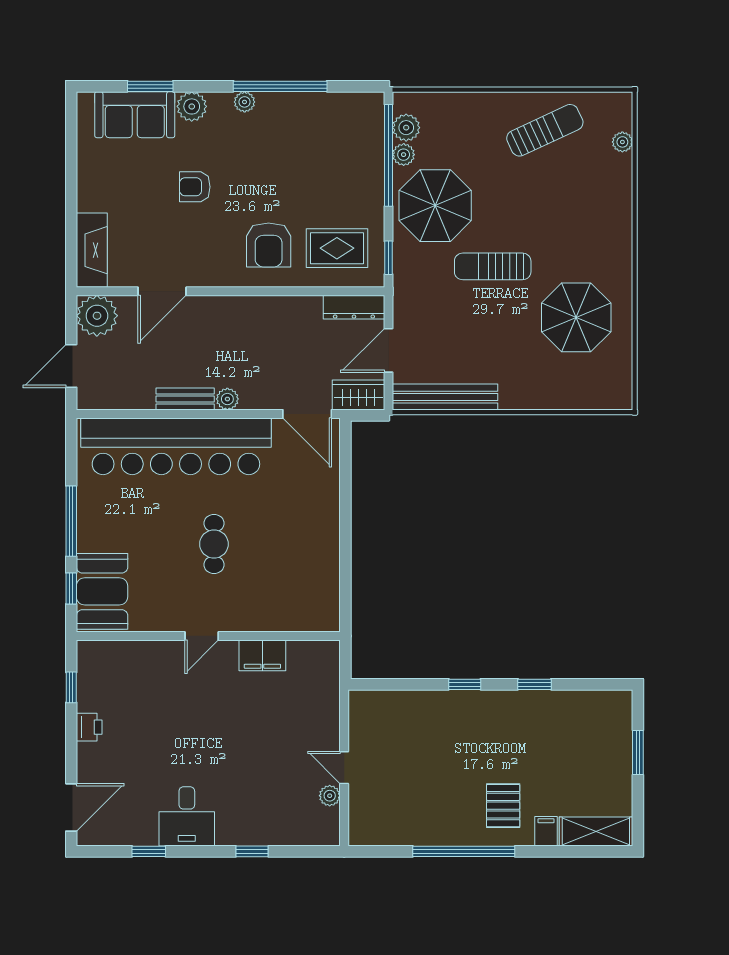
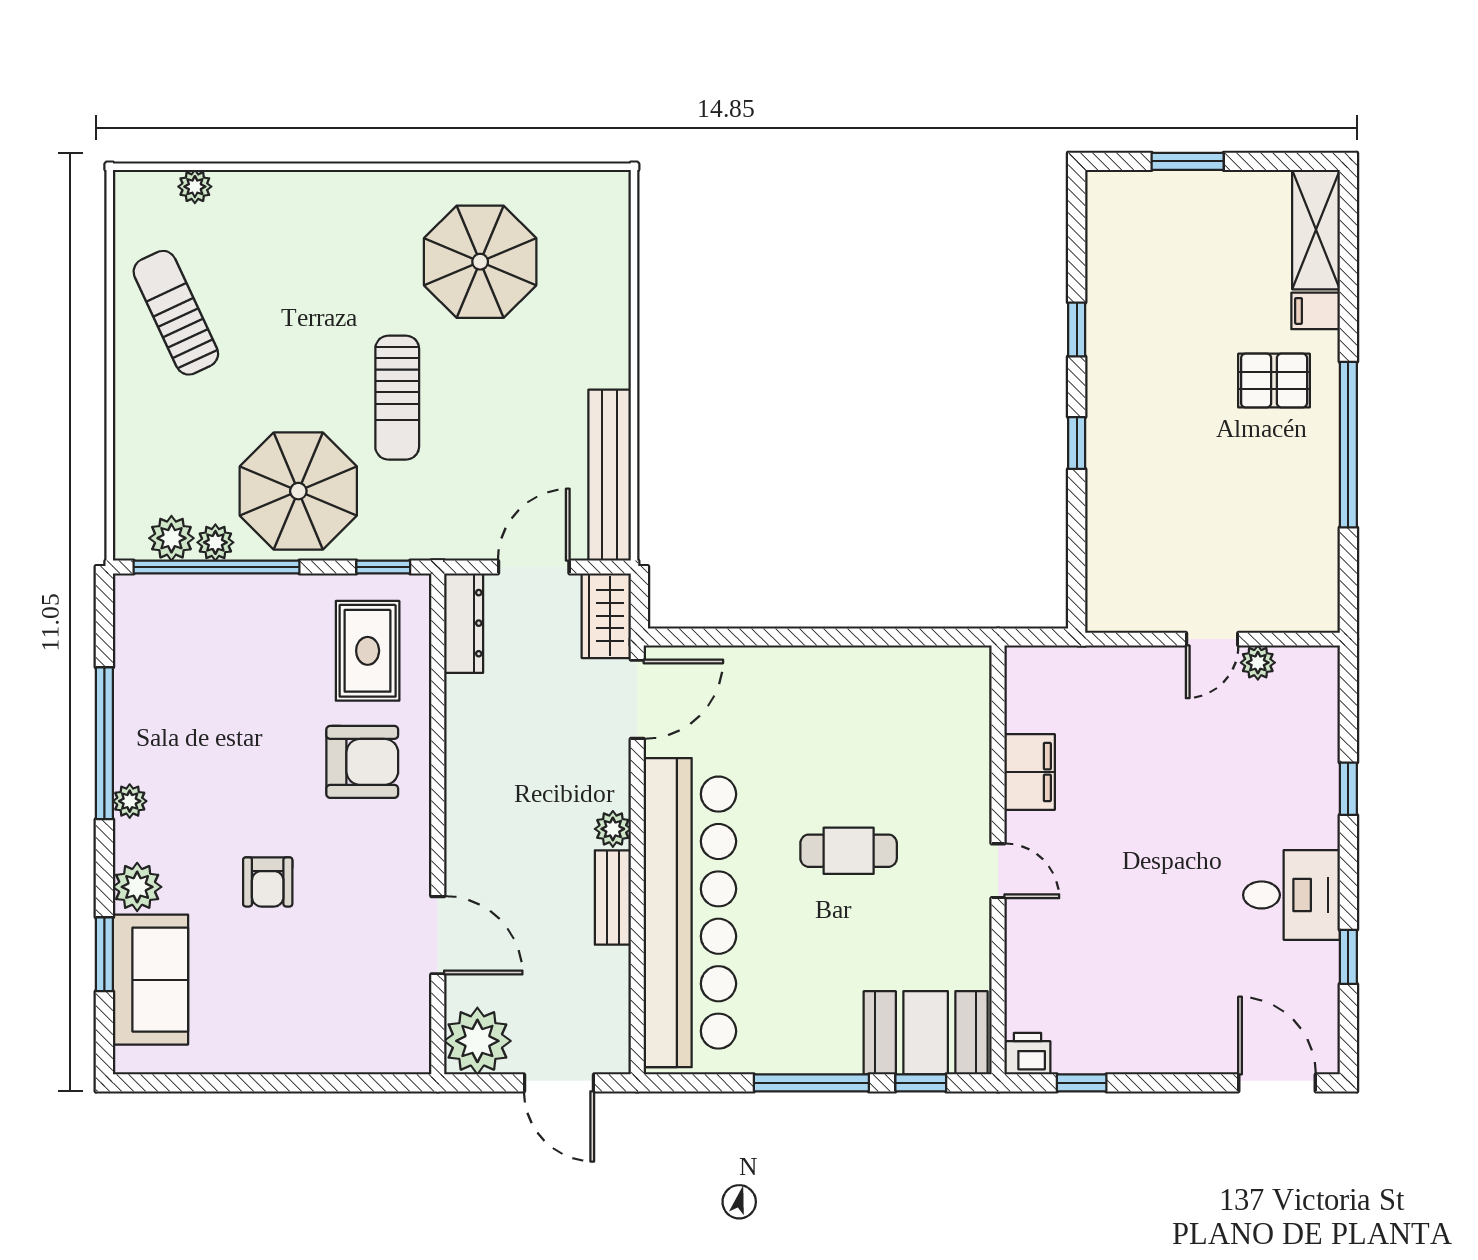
fireplace: (92, 250) -> (371, 1049), removed
door: (389, 350) -> (534, 567), swing flipped
printer: (89, 727) -> (1027, 1054), moved

